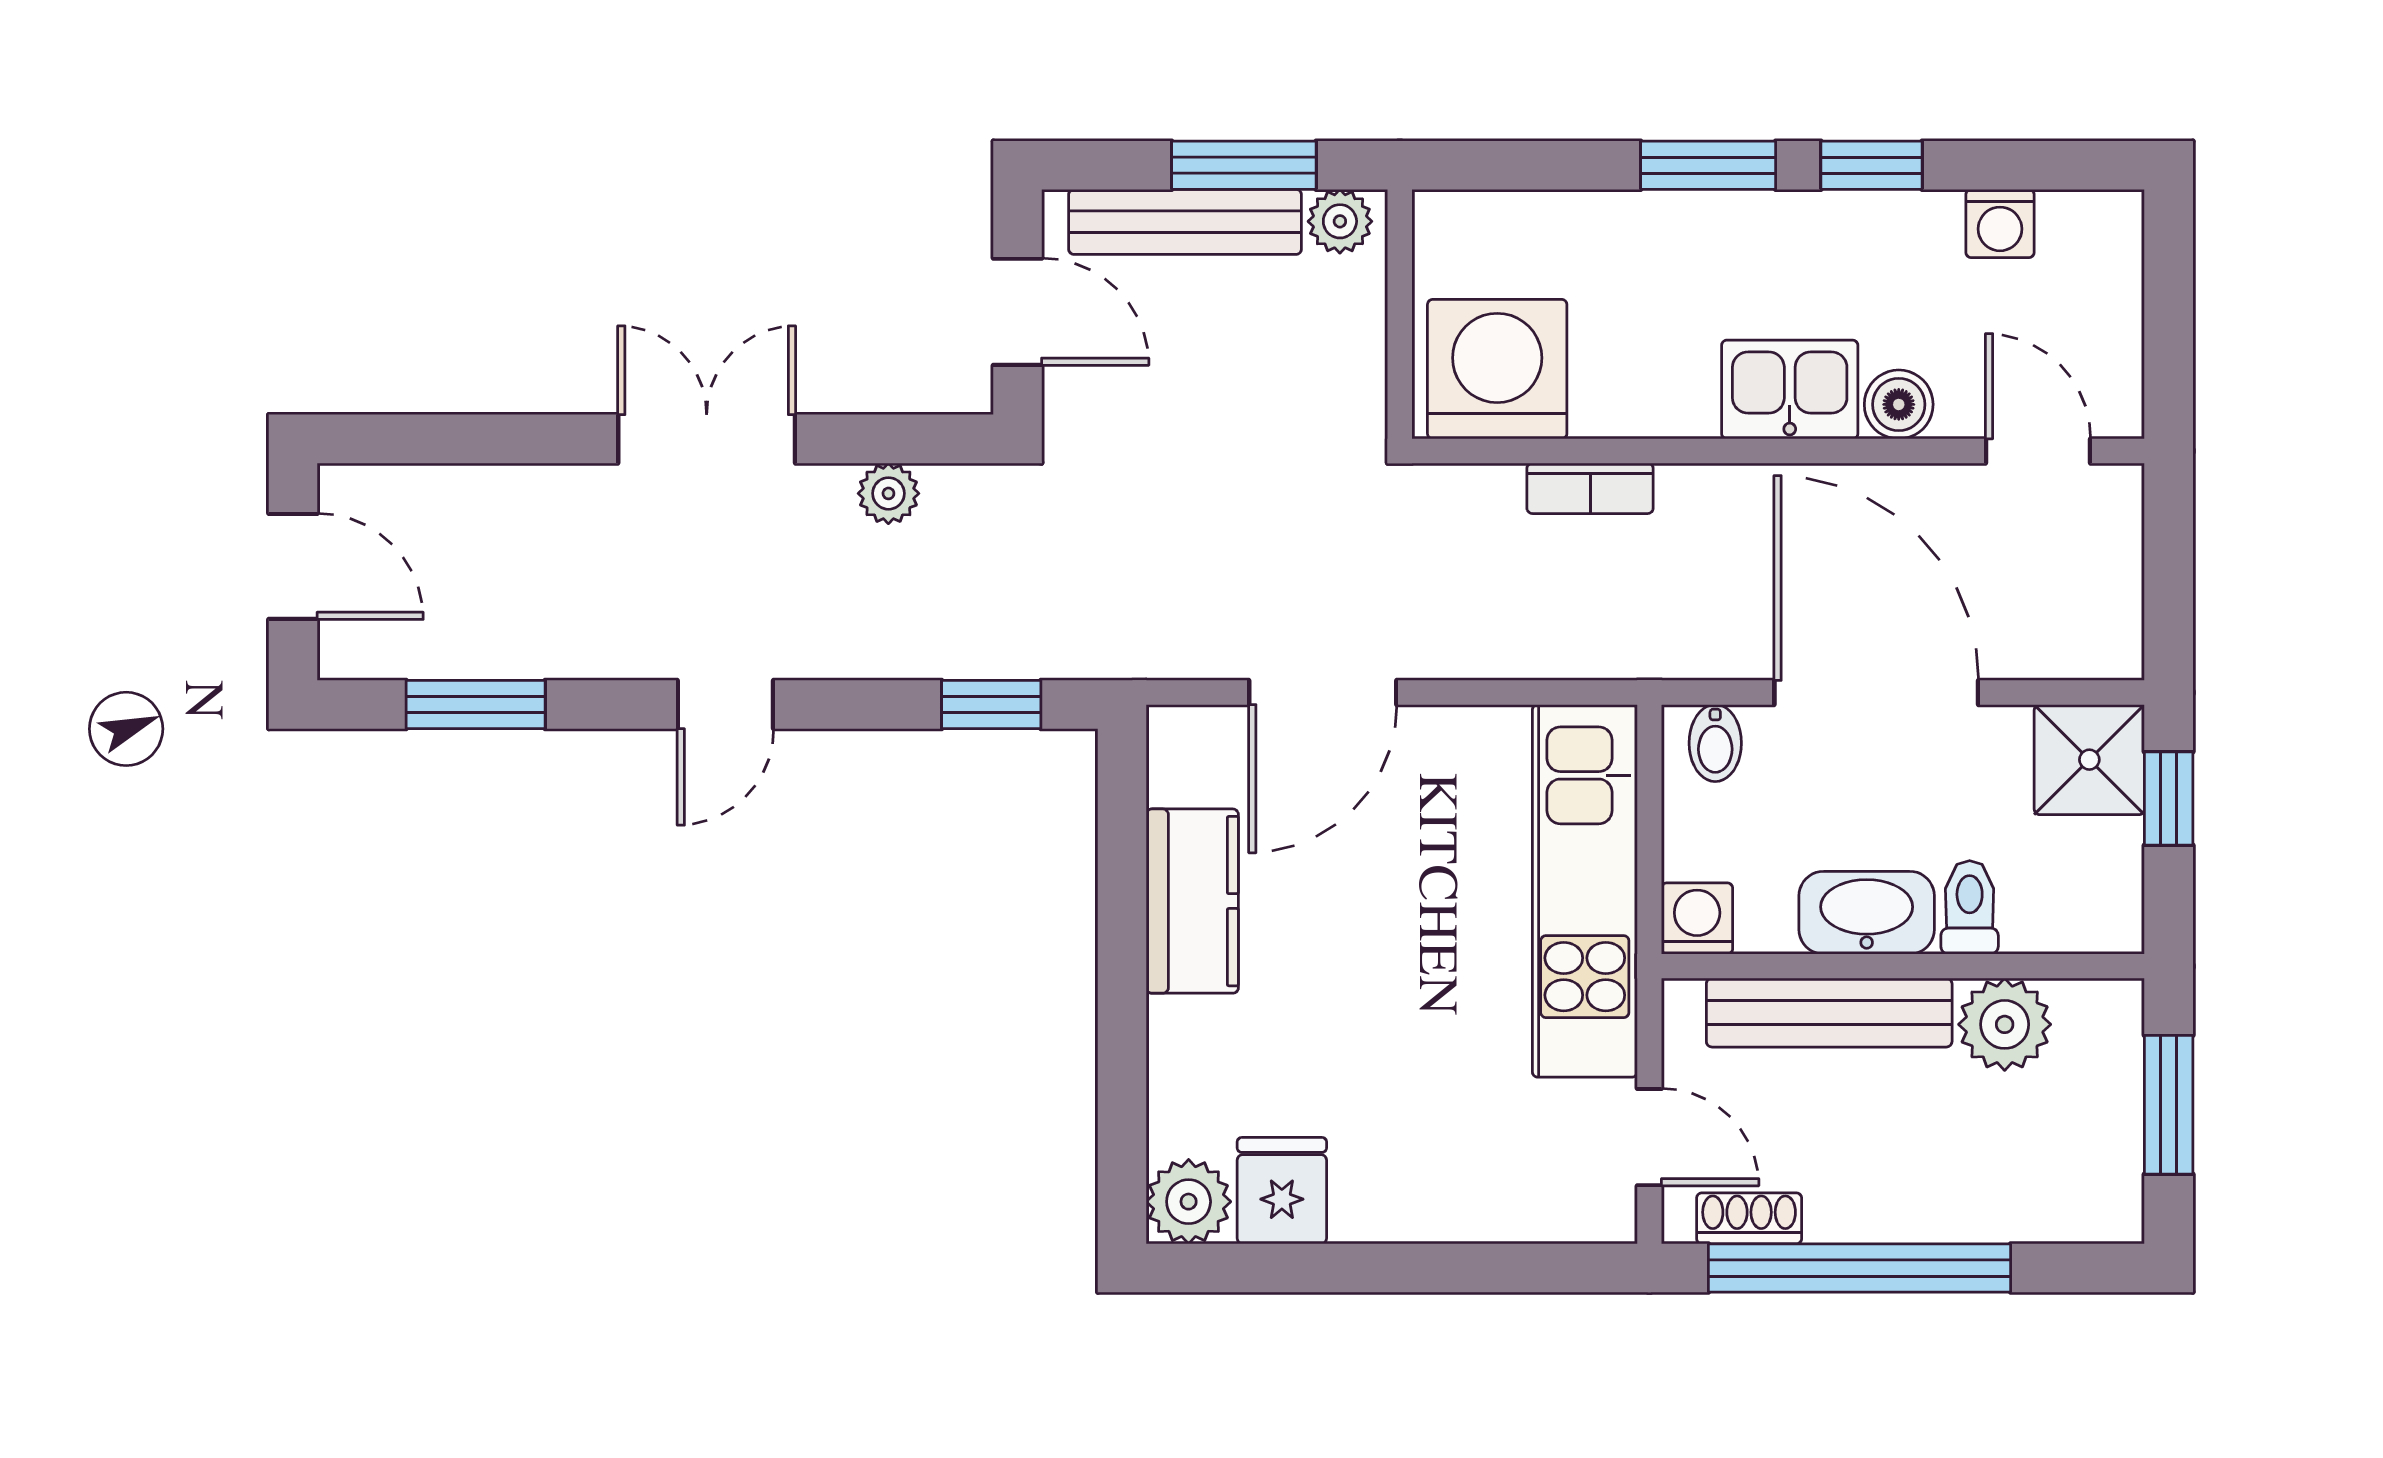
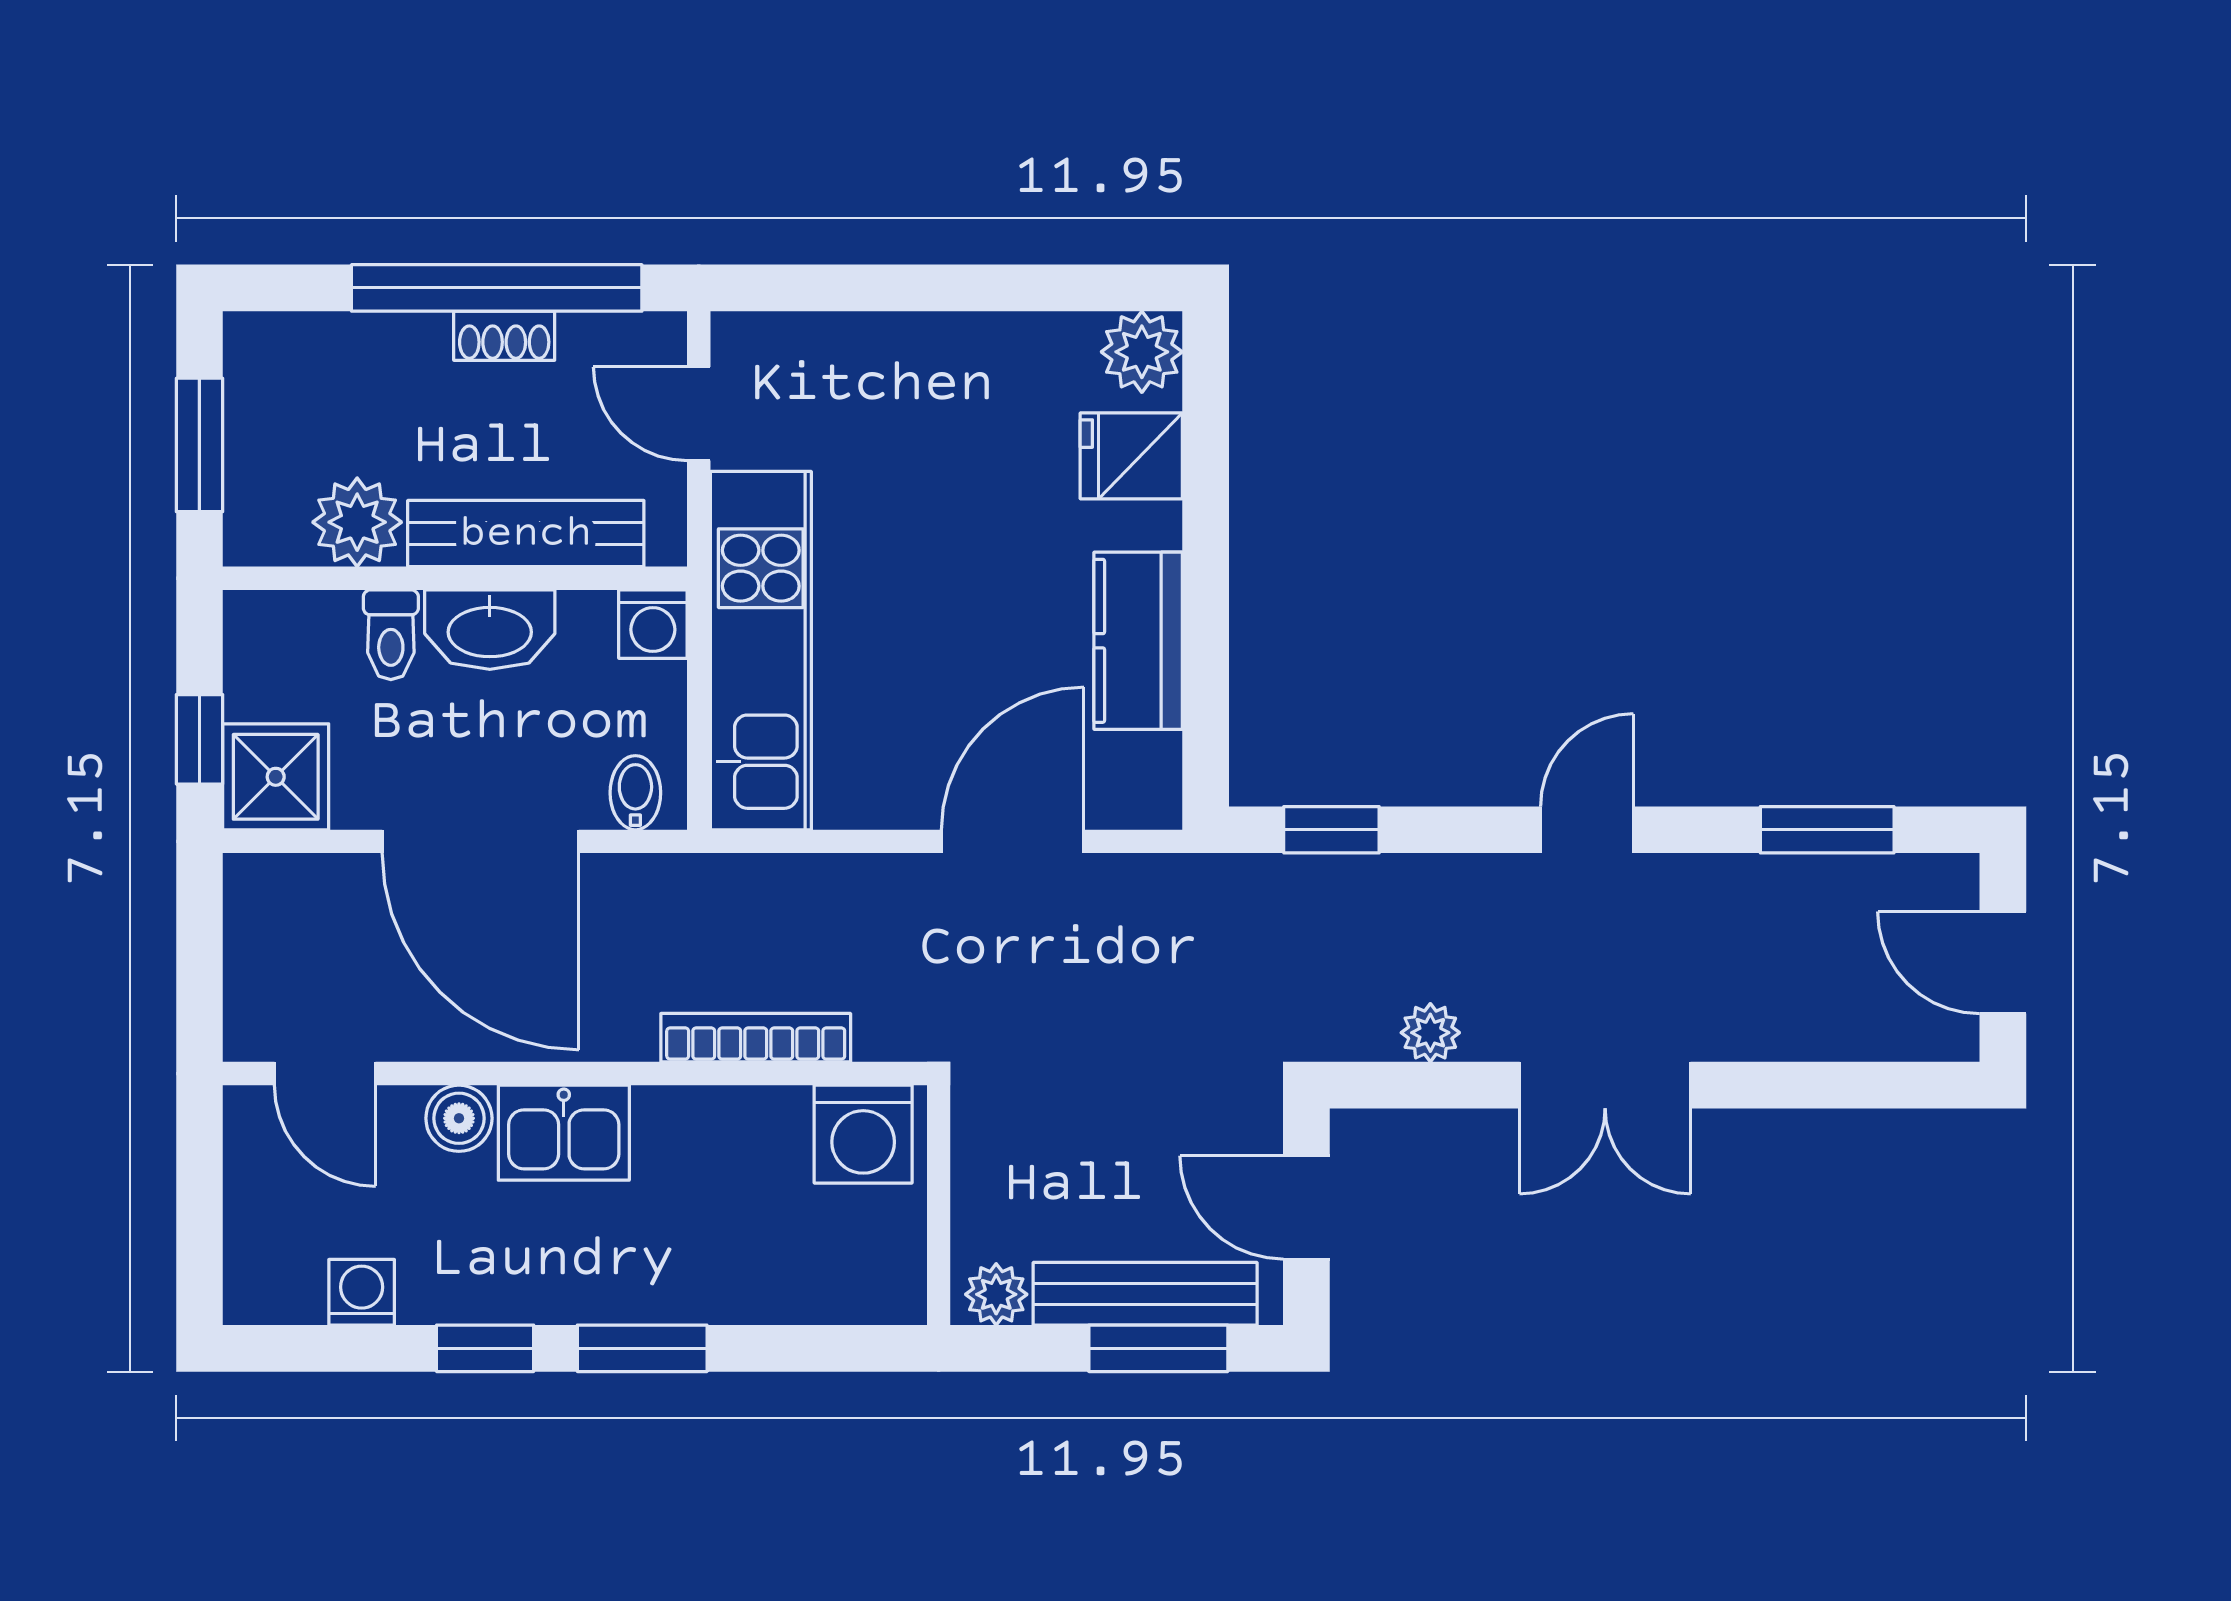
window: (1244, 165) -> (1158, 1348), moved
washing machine: (1497, 369) -> (863, 1134), width x0.73, depth x0.73
bookcase: (1590, 488) -> (756, 1038), width x1.56
fridge: (1282, 1191) -> (1131, 456), moved, turned 90
shoe rack: (1749, 1218) -> (504, 336), moved

